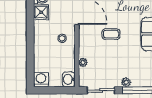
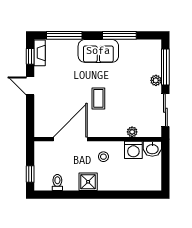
shower: (41, 12) -> (88, 182), moved
washing machine: (41, 80) -> (133, 150), moved, turned -90

